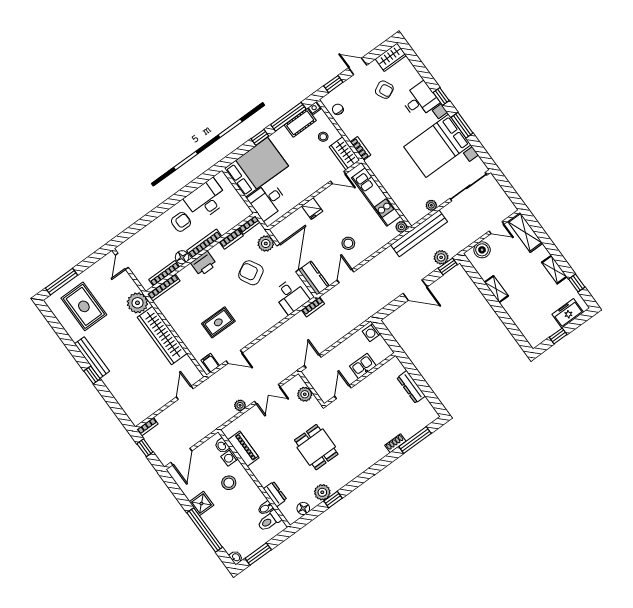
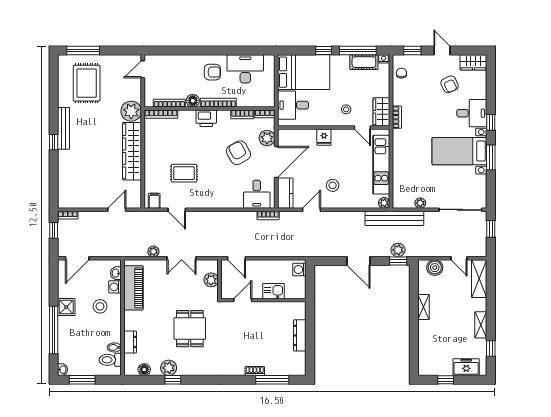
stool: (323, 137) -> (346, 109), moved
bed with nightstands: (437, 146) -> (459, 151), width x0.73
window: (505, 184) -> (491, 229), added
door: (313, 361) -> (236, 258), swing flipped
piano: (243, 449) -> (133, 288), width x1.37, depth x1.33

